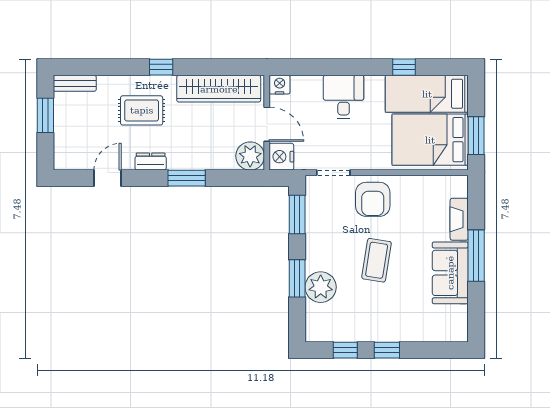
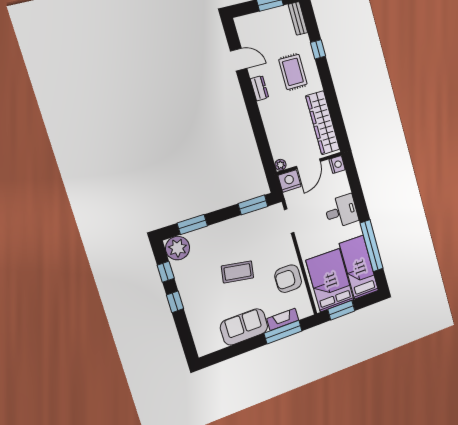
window: (161, 67) -> (318, 49), moved
window: (404, 67) -> (372, 246), width x3.17
plant: (250, 156) -> (280, 165), width x0.53, depth x0.53
window: (187, 178) -> (255, 118), removed
armchair: (373, 199) -> (288, 279), moved
window: (476, 256) -> (283, 332), moved
window: (297, 278) -> (192, 224), moved
plant: (321, 287) -> (178, 248), moved

